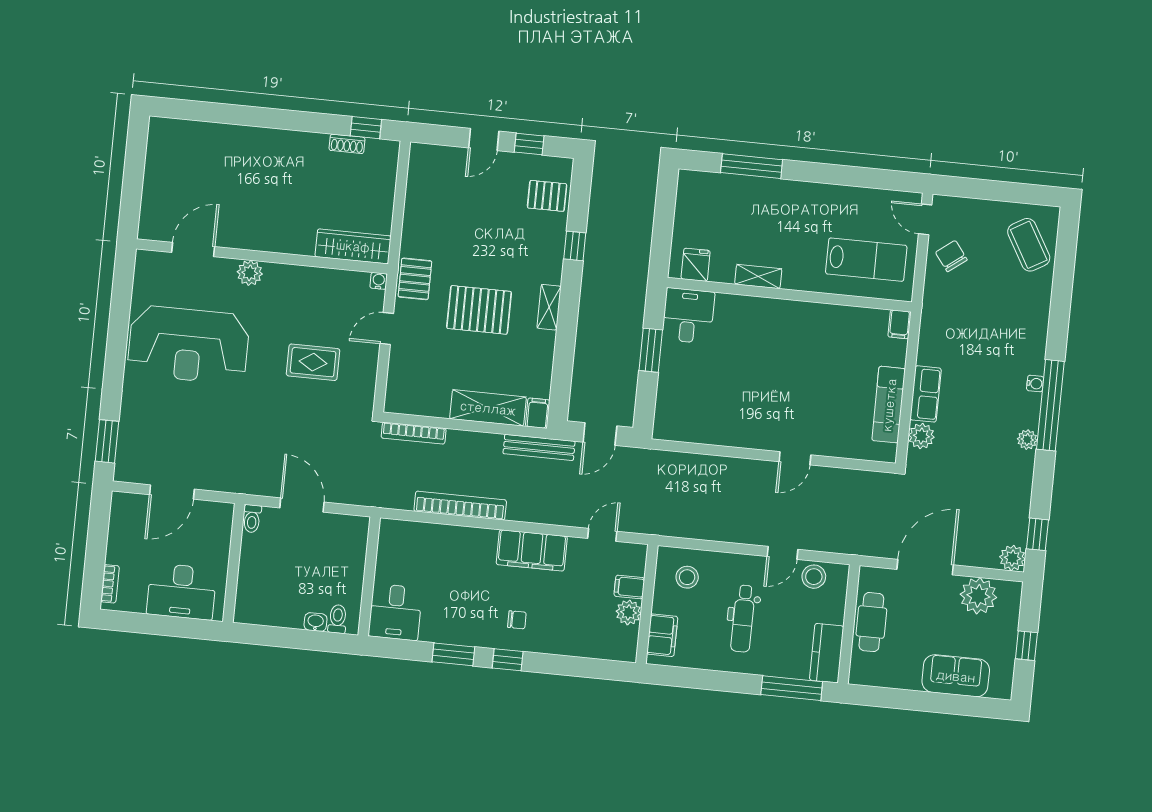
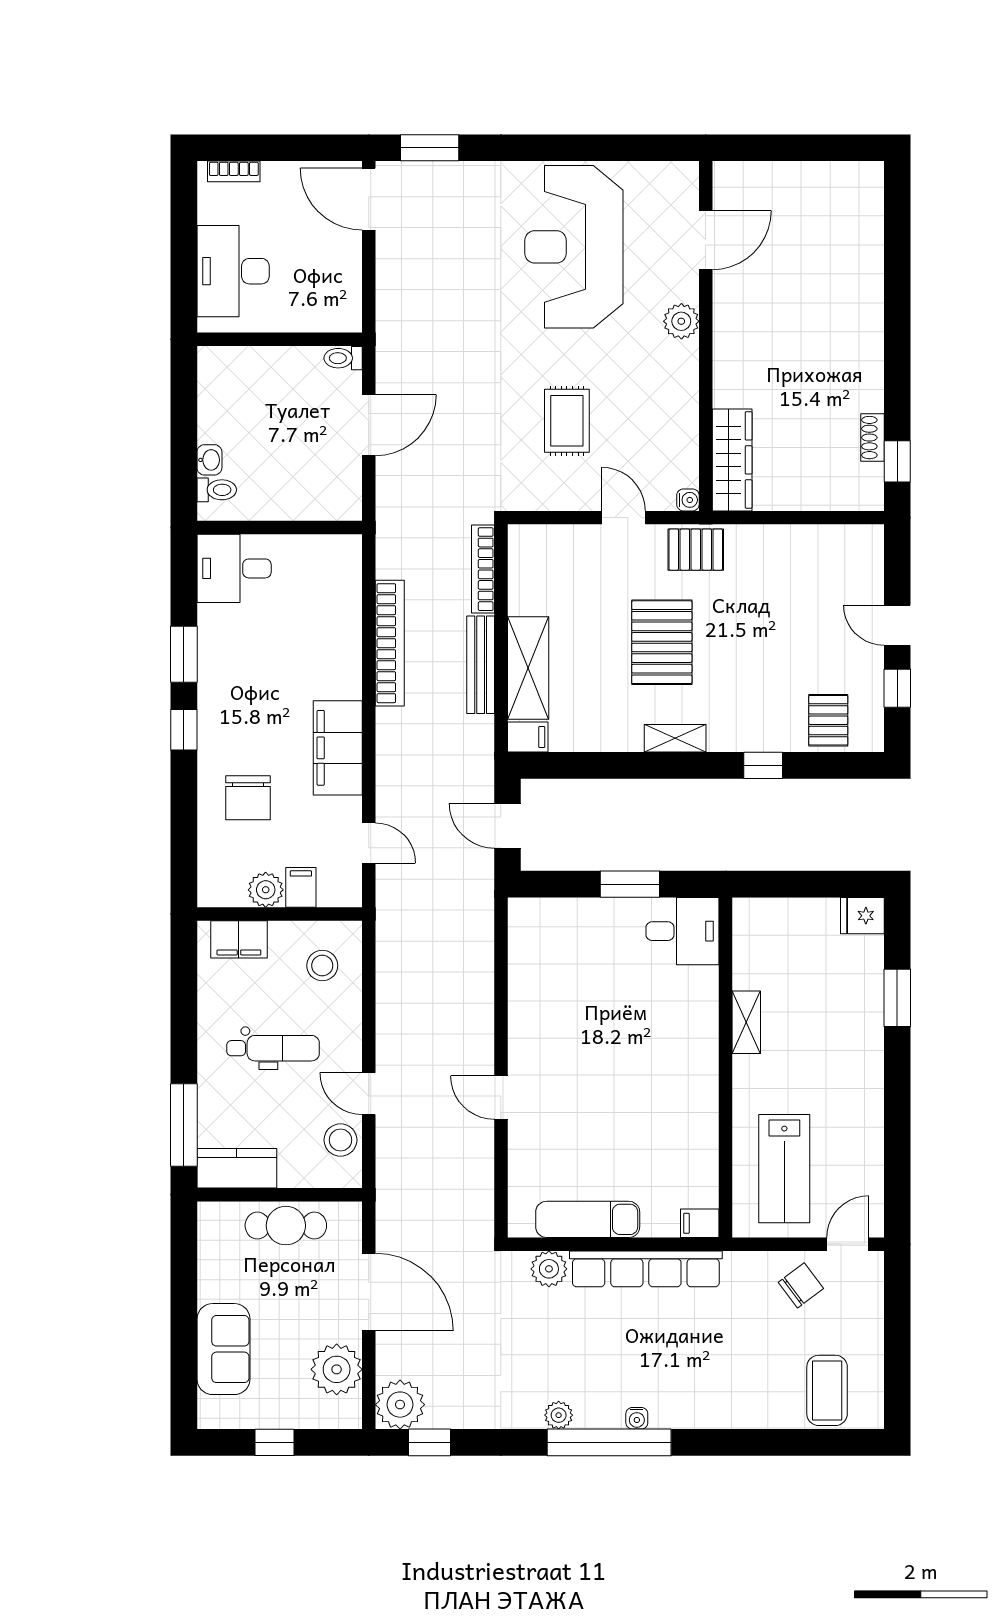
window: (752, 166) -> (897, 998), width x0.69
coffee table: (1029, 245) -> (827, 1390), turned -60
door: (193, 250) -> (706, 240), hinge flipped
fridge: (696, 265) -> (862, 916), moved, turned 180
row of seats: (926, 394) -> (646, 1269), width x2.02
bench: (539, 447) -> (481, 665), moved
door: (172, 492) -> (369, 199), moved
plant: (1012, 558) -> (400, 1405), width x1.36, depth x1.36
dental chair: (743, 619) -> (273, 1048), turned 180
chair: (517, 620) -> (248, 798), moved, width x1.87, depth x1.87

